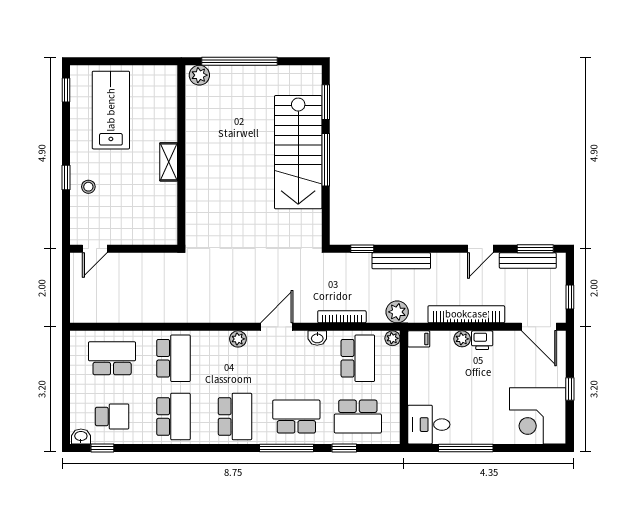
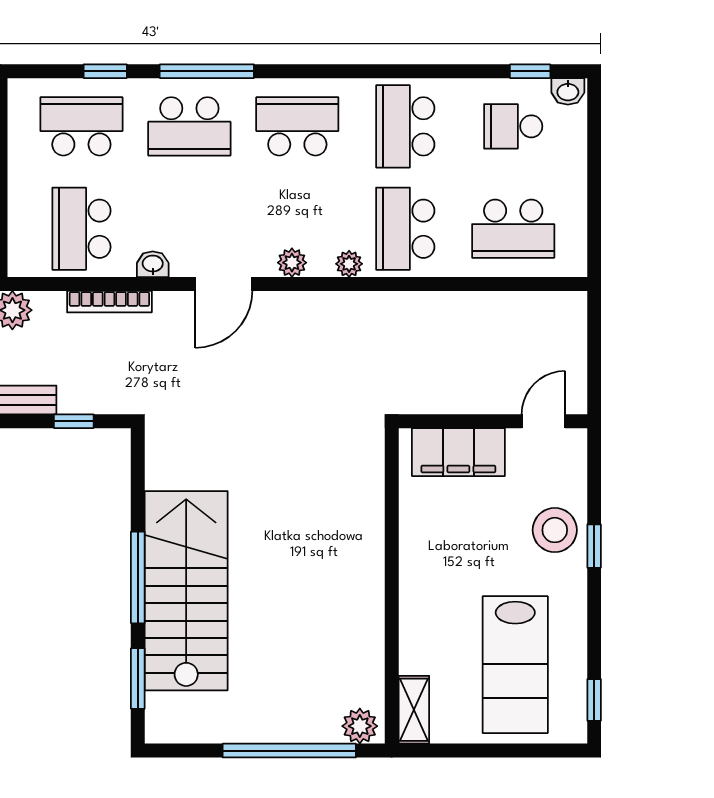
shelving: (169, 162) -> (414, 710), moved
stool: (88, 187) -> (555, 530), width x1.89, depth x1.89
filing cabinet: (143, 231) -> (458, 452), added
plant: (392, 338) -> (349, 264), moved
school desk: (235, 417) -> (297, 126), turned 90

